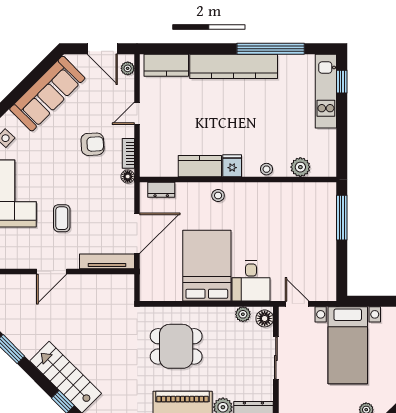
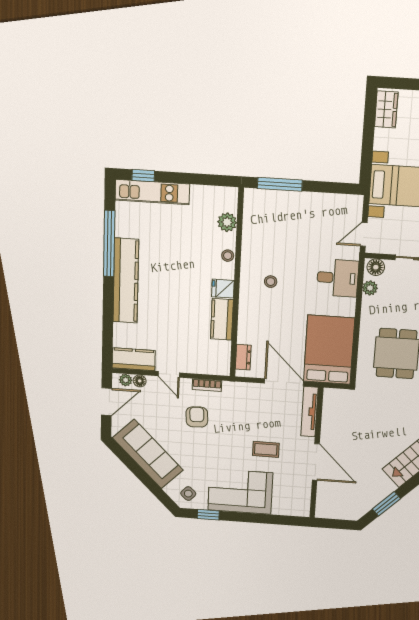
kitchen counter: (166, 65) -> (134, 359), moved, turned -90
floor lamp: (128, 177) -> (140, 381), moved
stool: (218, 196) -> (271, 282), moved
bed: (207, 266) -> (329, 350), moved, turned 90
door: (52, 271) -> (316, 462), width x1.36

